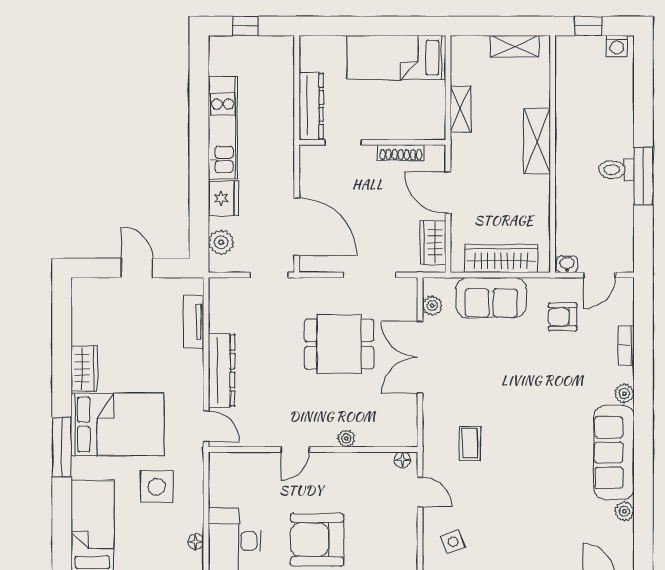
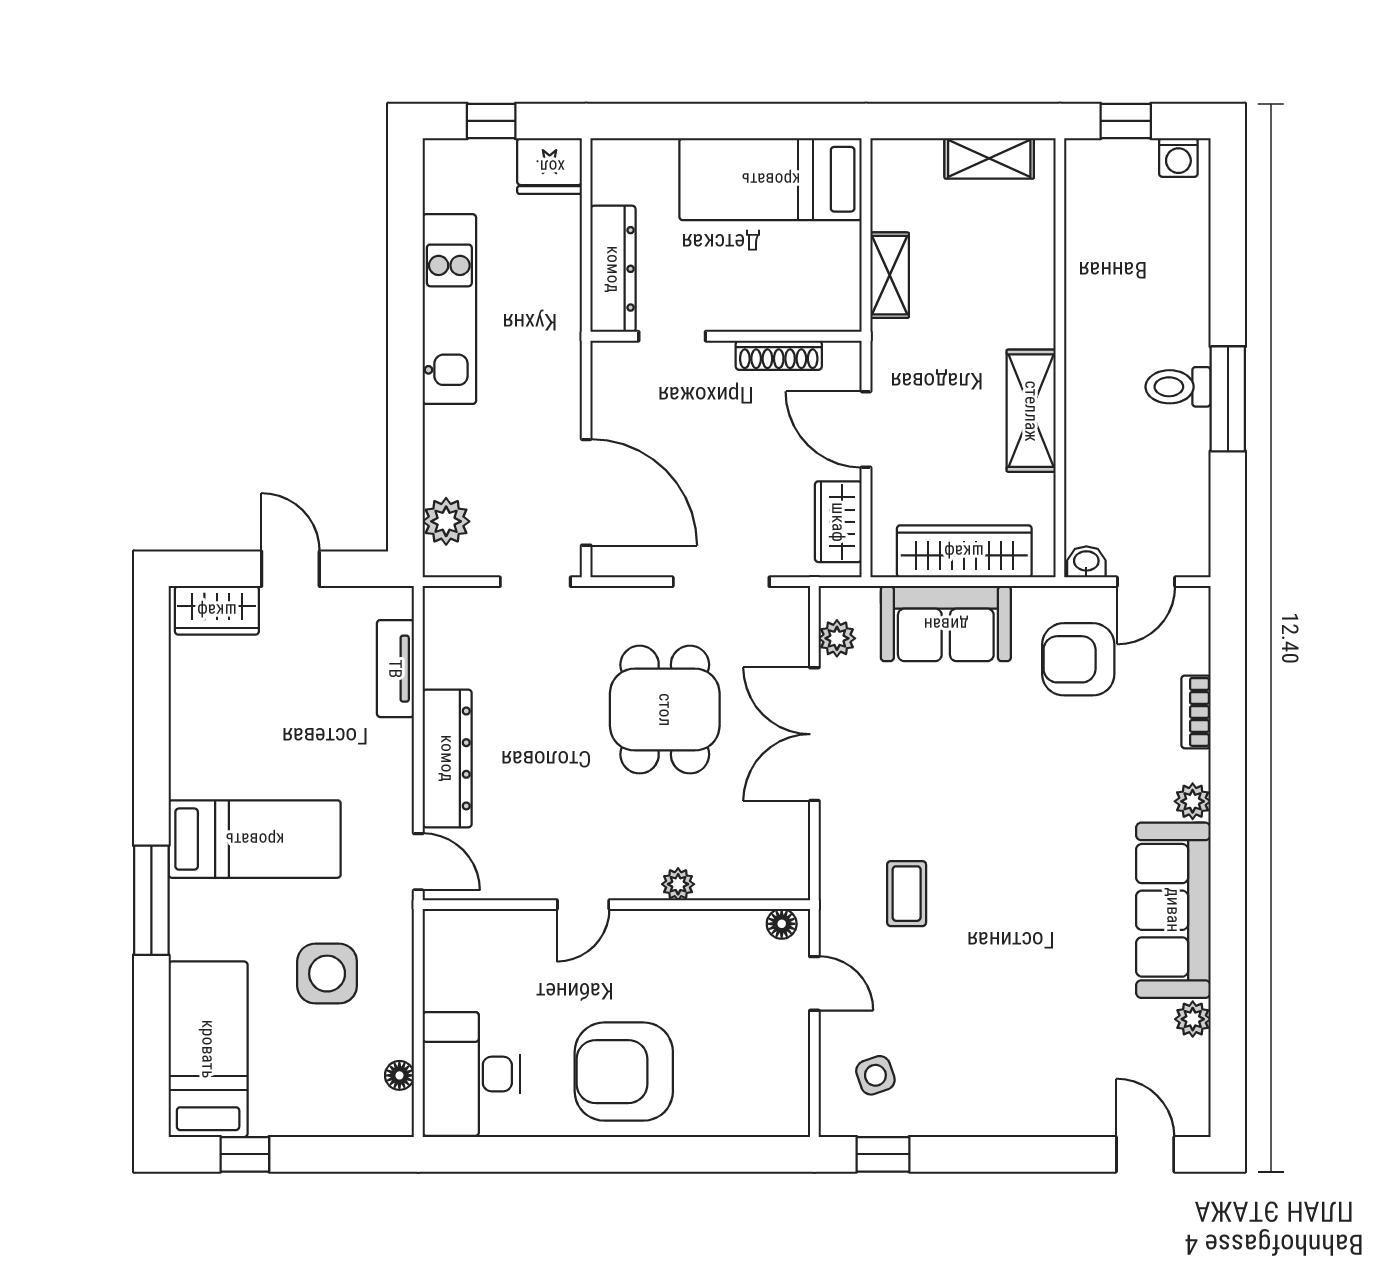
shelving: (537, 141) -> (1031, 411), moved
fridge: (223, 198) -> (550, 166), moved, turned 90
armchair: (563, 317) -> (1078, 659), width x1.38, depth x1.38
dining table: (339, 344) -> (665, 710), turned 90
wardrobe: (84, 369) -> (217, 610), moved, turned 90
bed: (118, 424) -> (255, 839), width x0.67

